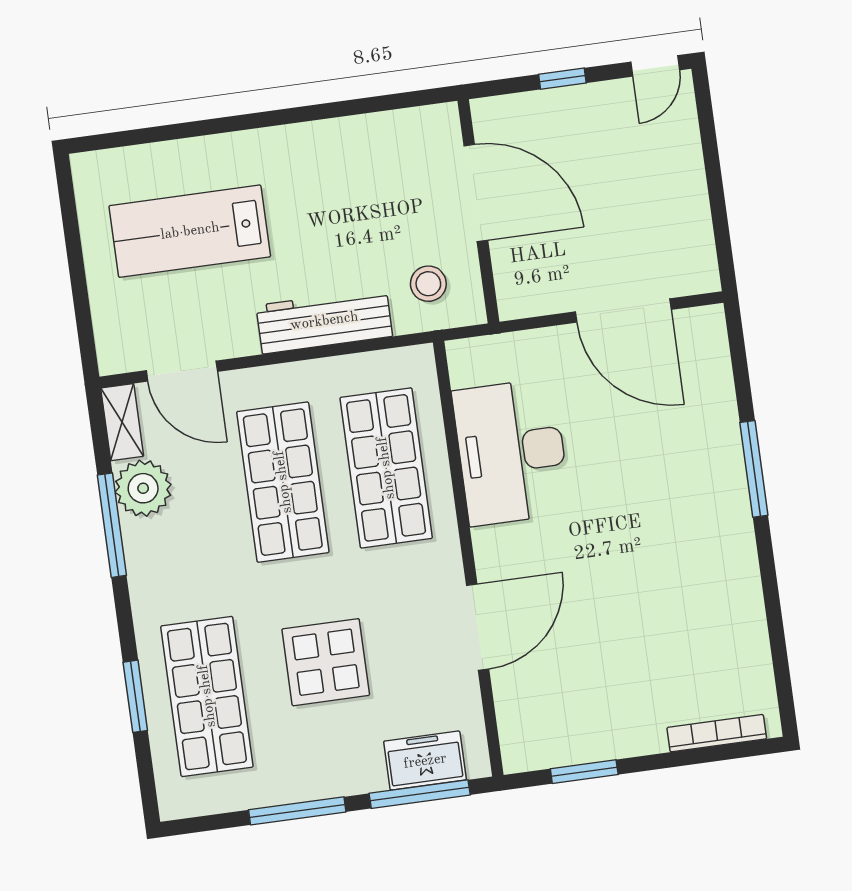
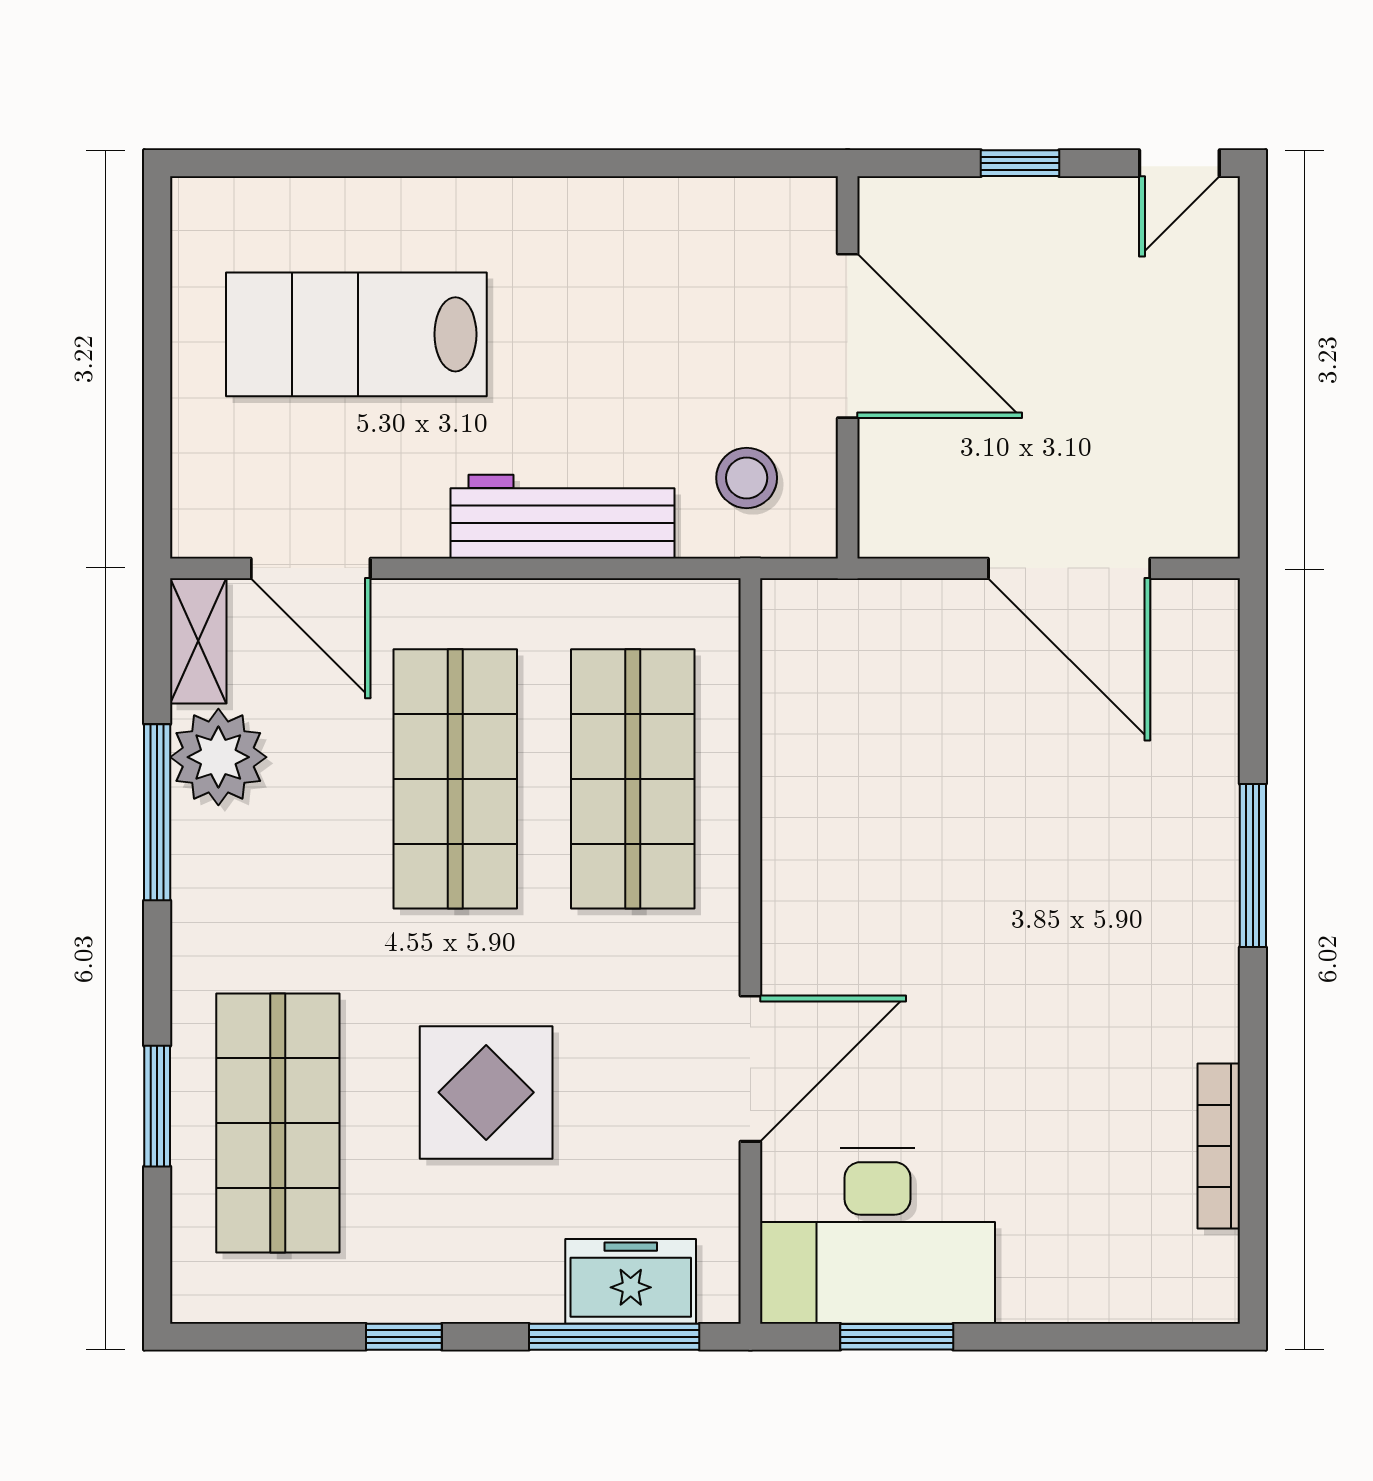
desk: (511, 452) -> (877, 1236), moved, turned -90
bookcase: (717, 733) -> (1219, 1146), moved, turned -90
window: (297, 811) -> (404, 1337), width x0.46

